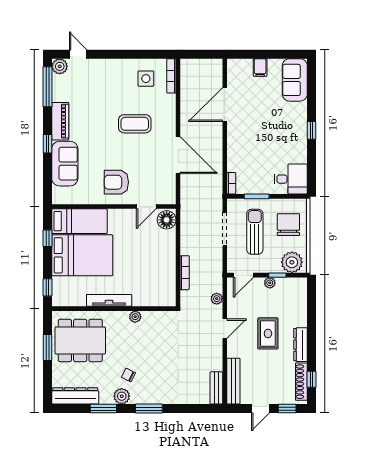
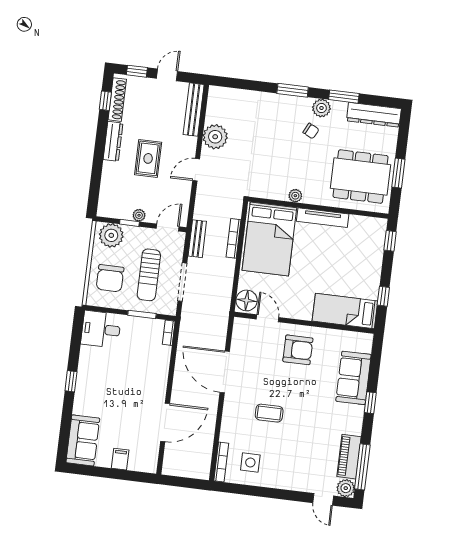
piano: (60, 121) -> (349, 457), moved
coffee table: (135, 124) -> (269, 413), width x0.73, depth x0.77
door: (146, 207) -> (268, 318), hinge flipped
bed: (82, 255) -> (269, 239), moved, turned -90
plant: (217, 299) -> (215, 137), moved, width x1.88, depth x1.88
bench: (216, 388) -> (197, 239), moved

